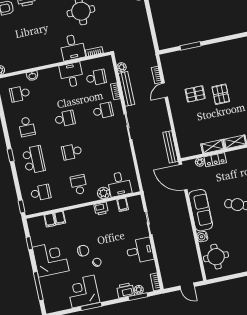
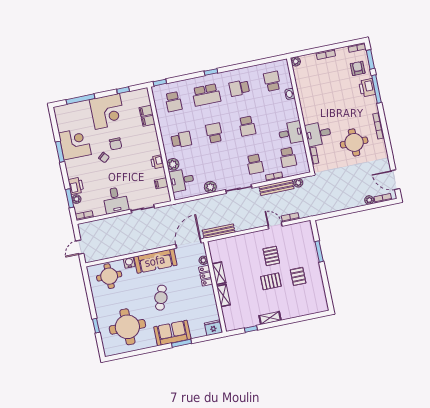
pallet: (216, 67) -> (298, 276), added
plant: (126, 155) -> (210, 187), added

